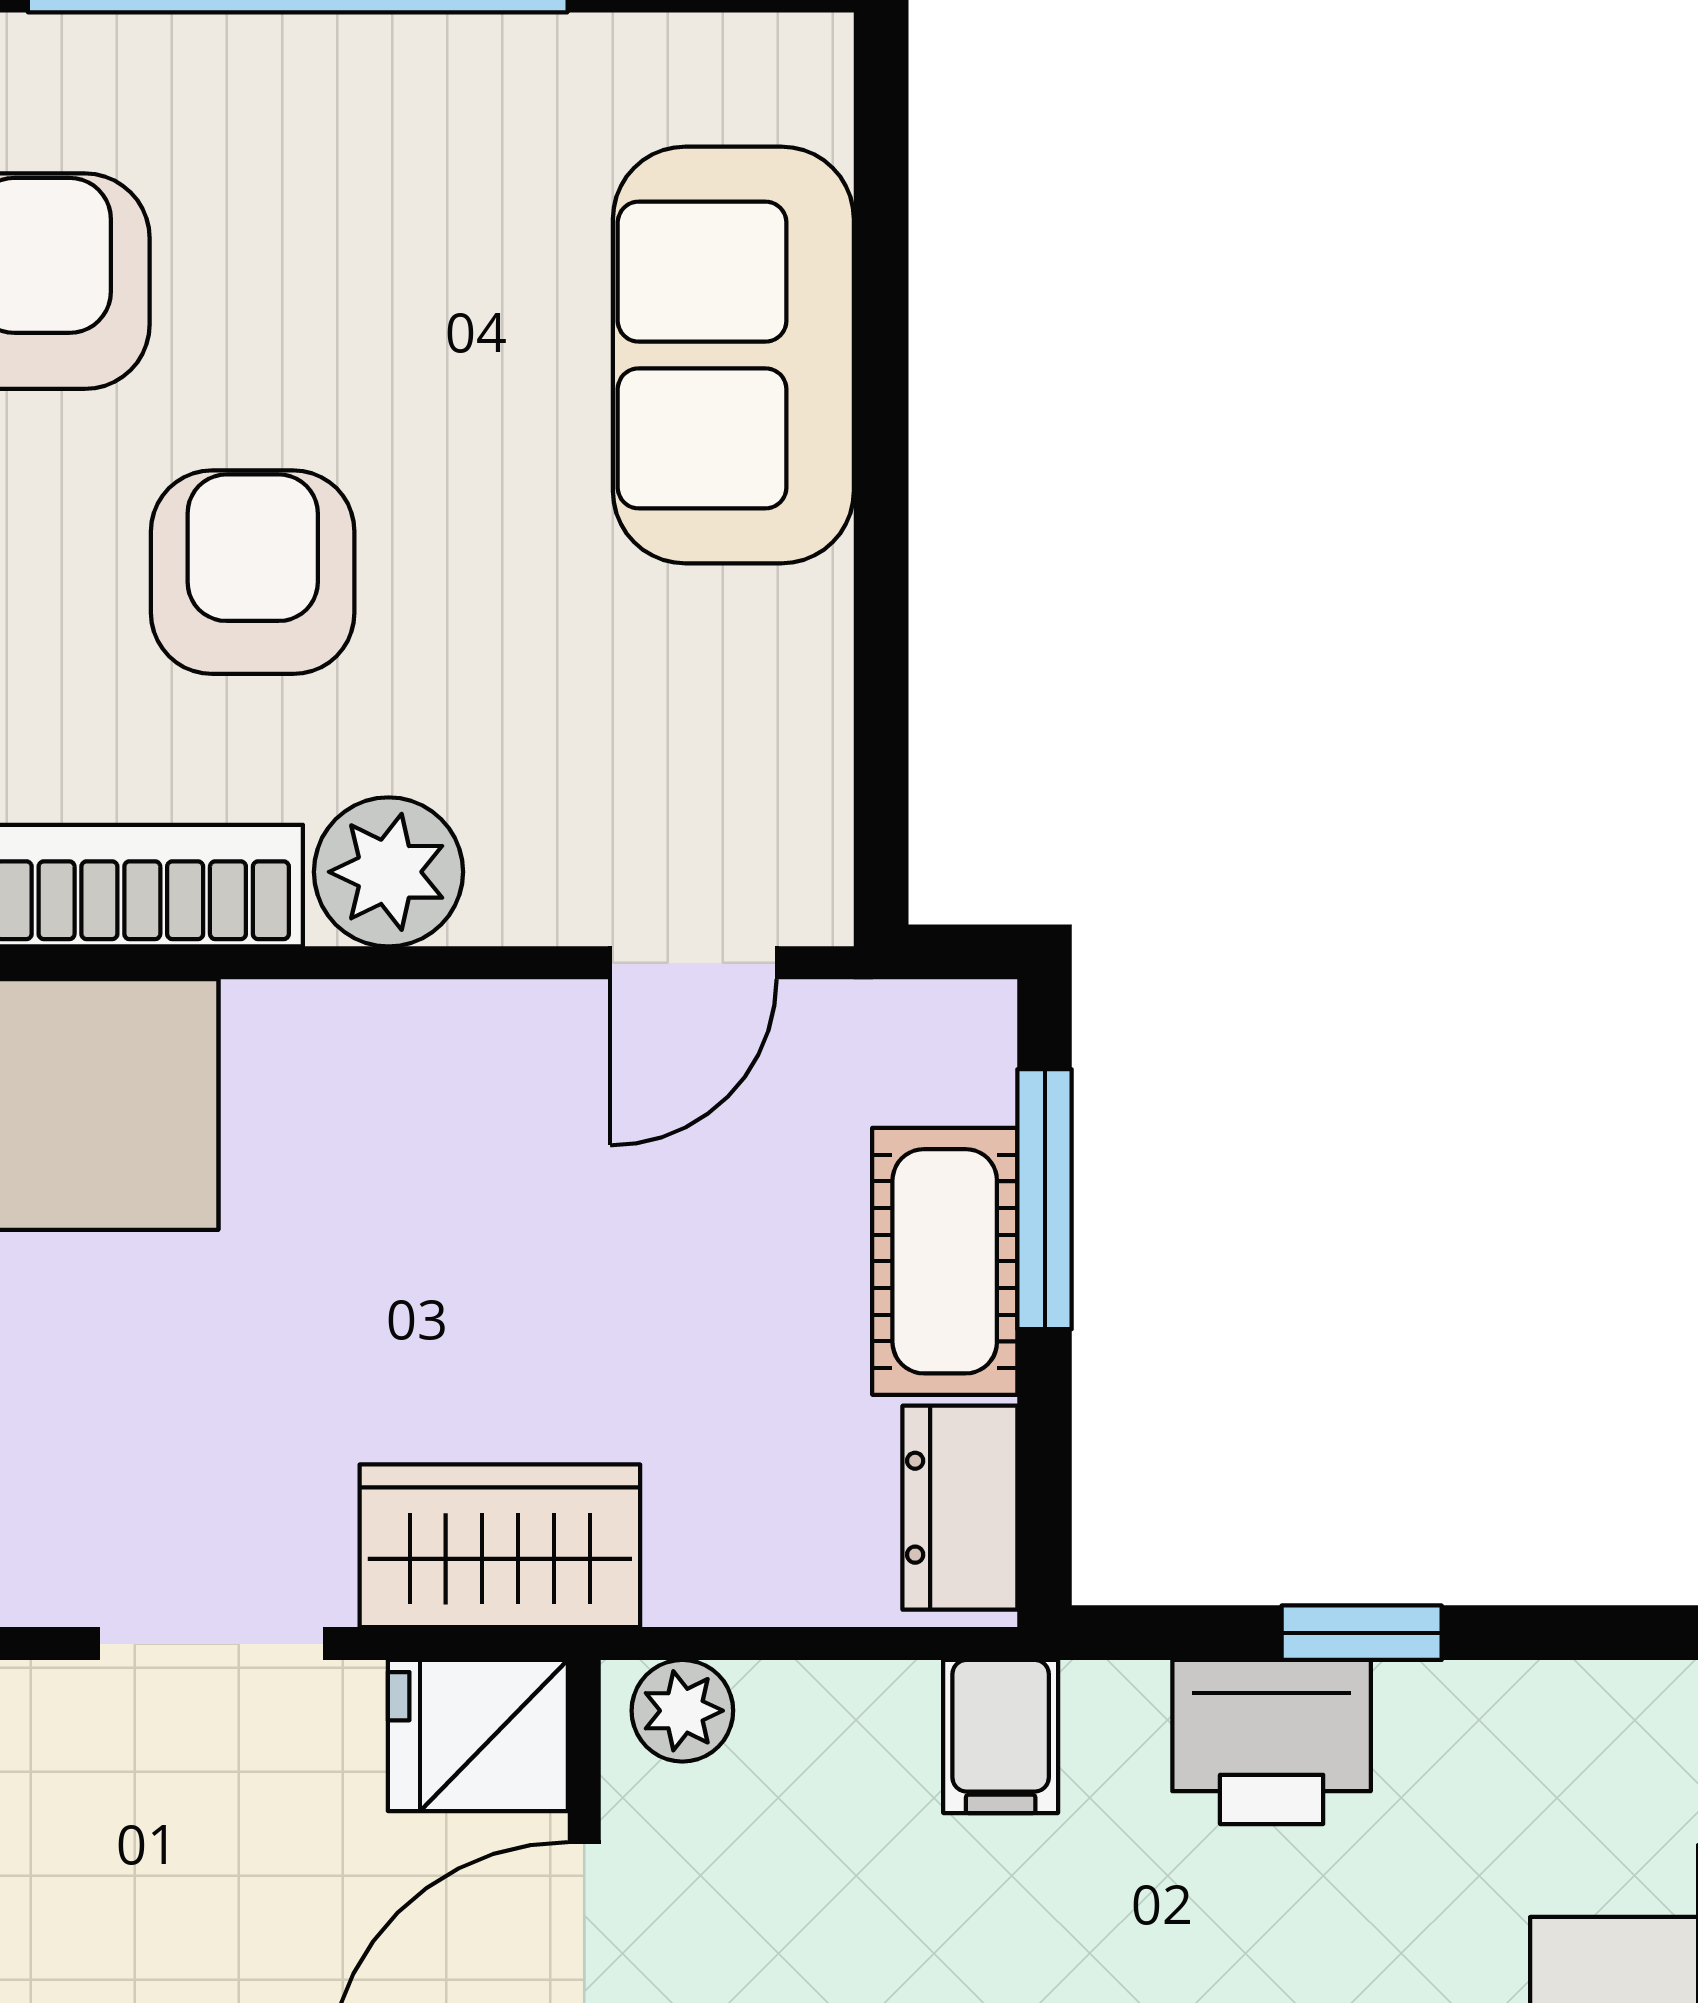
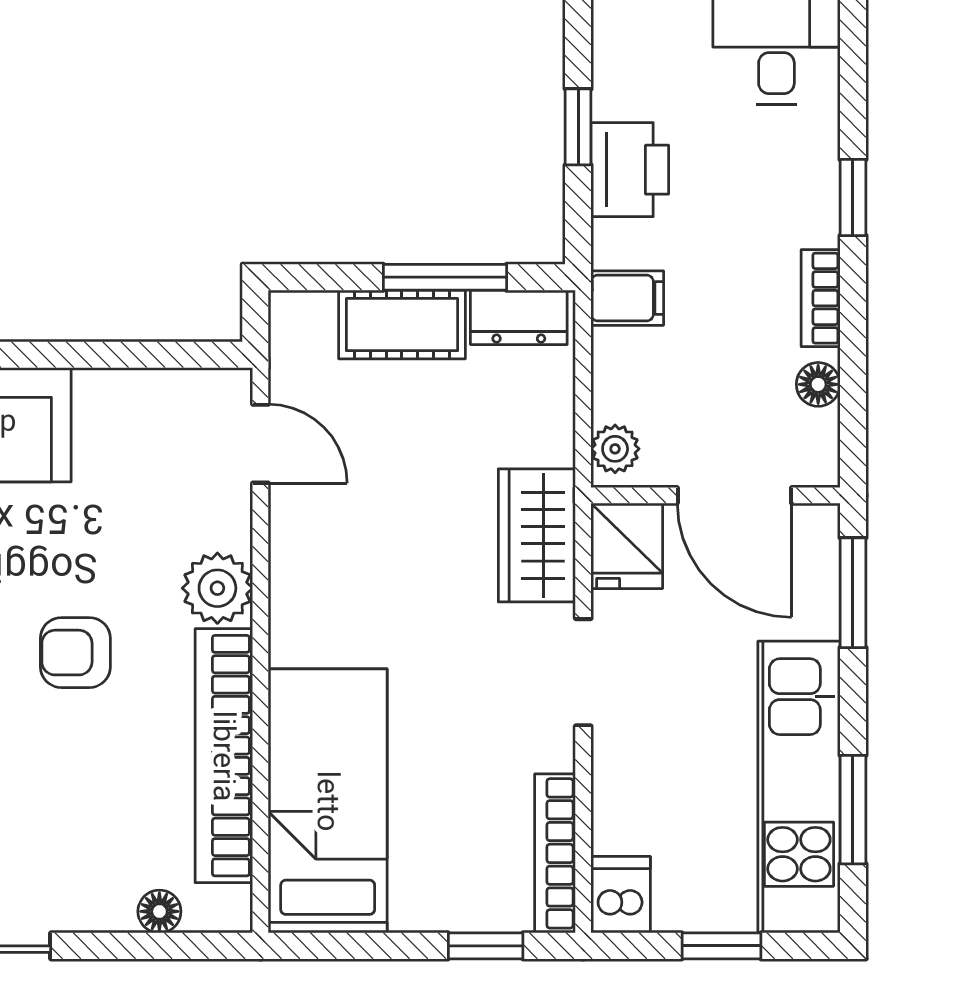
armchair: (253, 572) -> (75, 653), width x0.72, depth x0.72
window: (1045, 1199) -> (445, 277), moved

